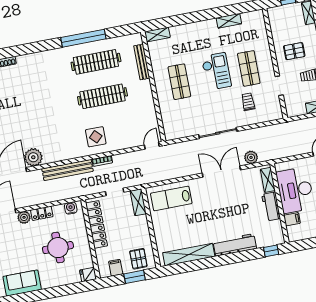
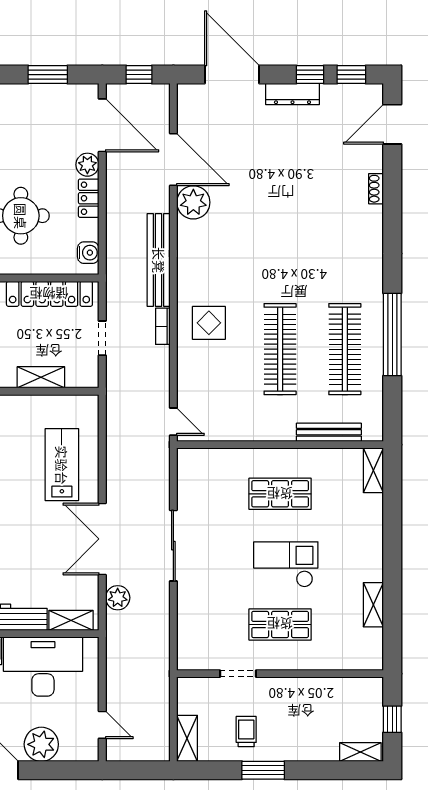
pallet: (294, 51) -> (296, 713), removed
checkout: (216, 71) -> (286, 564), turned 180
trolley: (248, 102) -> (220, 612), removed
double door: (221, 172) -> (102, 539), swing flipped
lab bench: (171, 198) -> (62, 465), moved
shelving: (138, 202) -> (41, 377), moved

